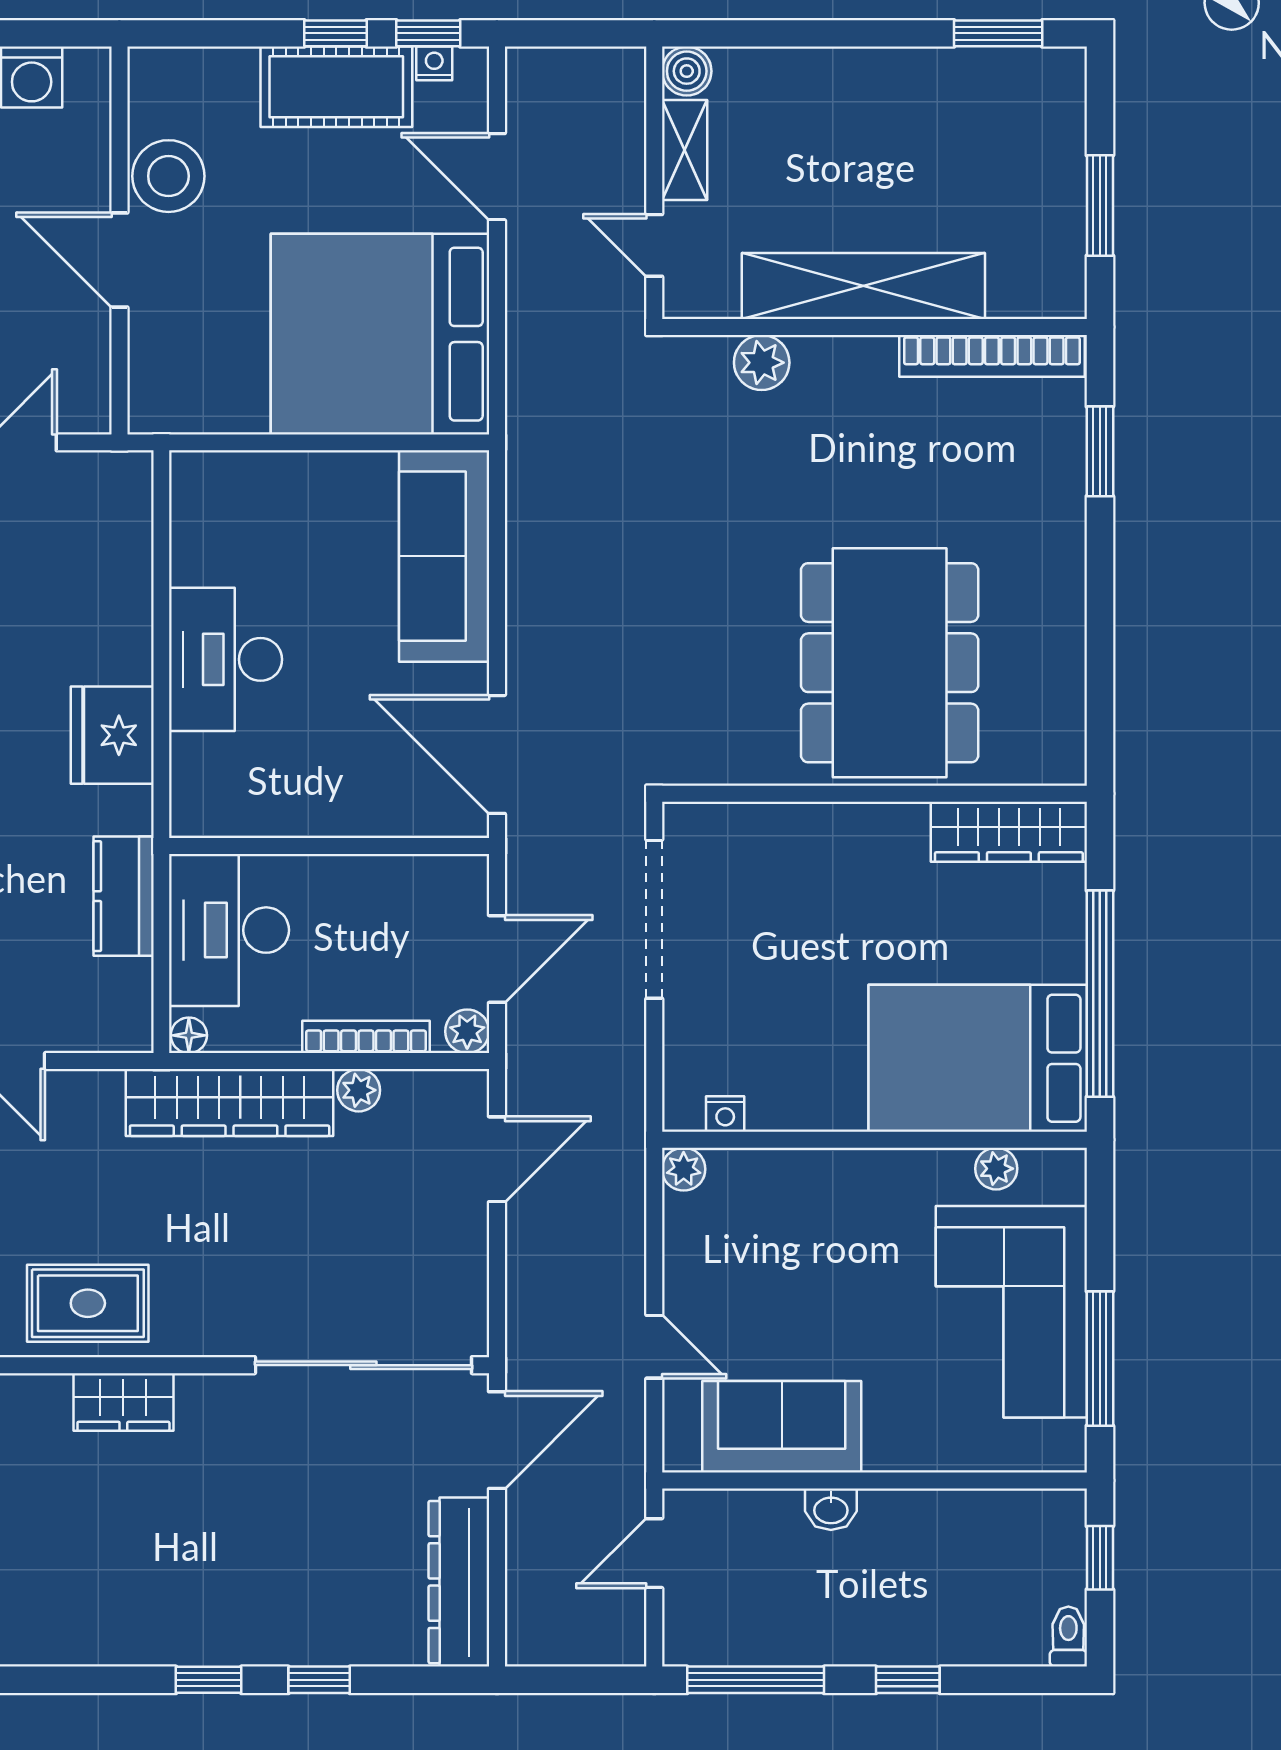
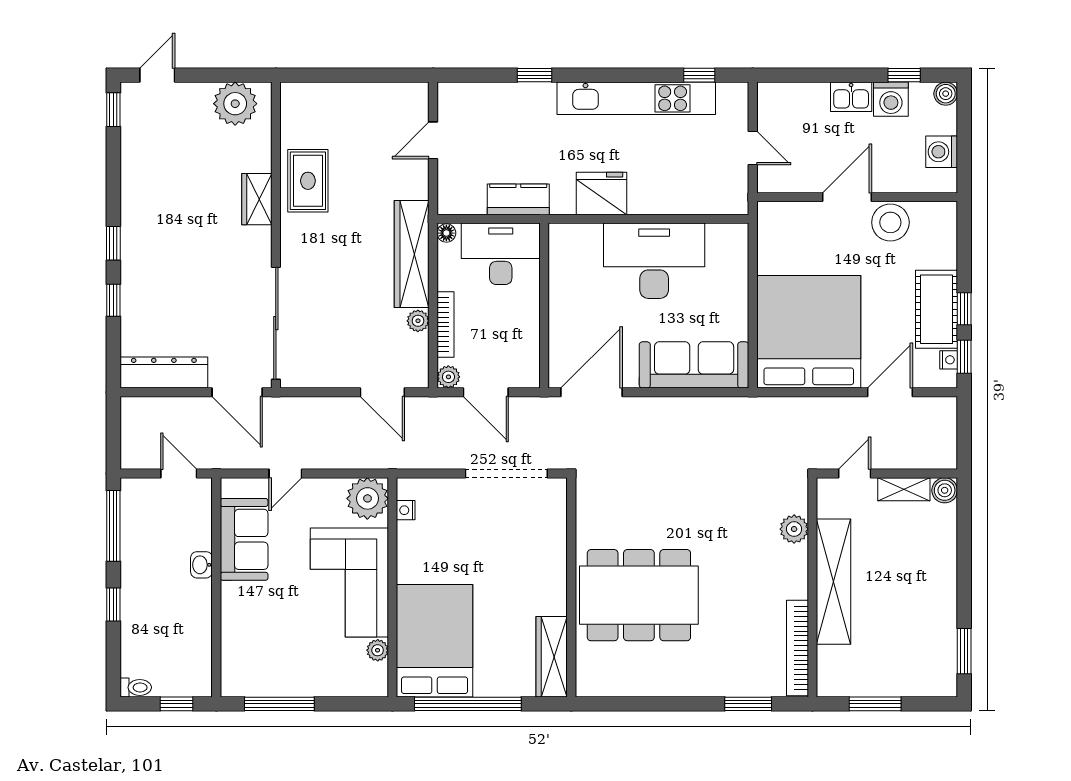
desk: (226, 659) -> (654, 261), width x1.36, depth x1.30
plant: (684, 1169) -> (367, 498), width x1.88, depth x1.88
corner sofa: (1011, 1312) -> (349, 583), moved, turned -90

